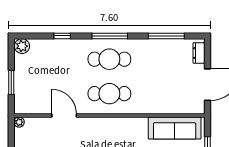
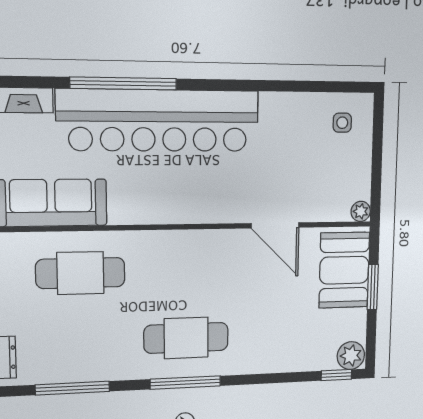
window: (62, 36) -> (336, 375), moved
booth: (27, 92) -> (344, 270), added
cafe table: (109, 94) -> (80, 273), moved

